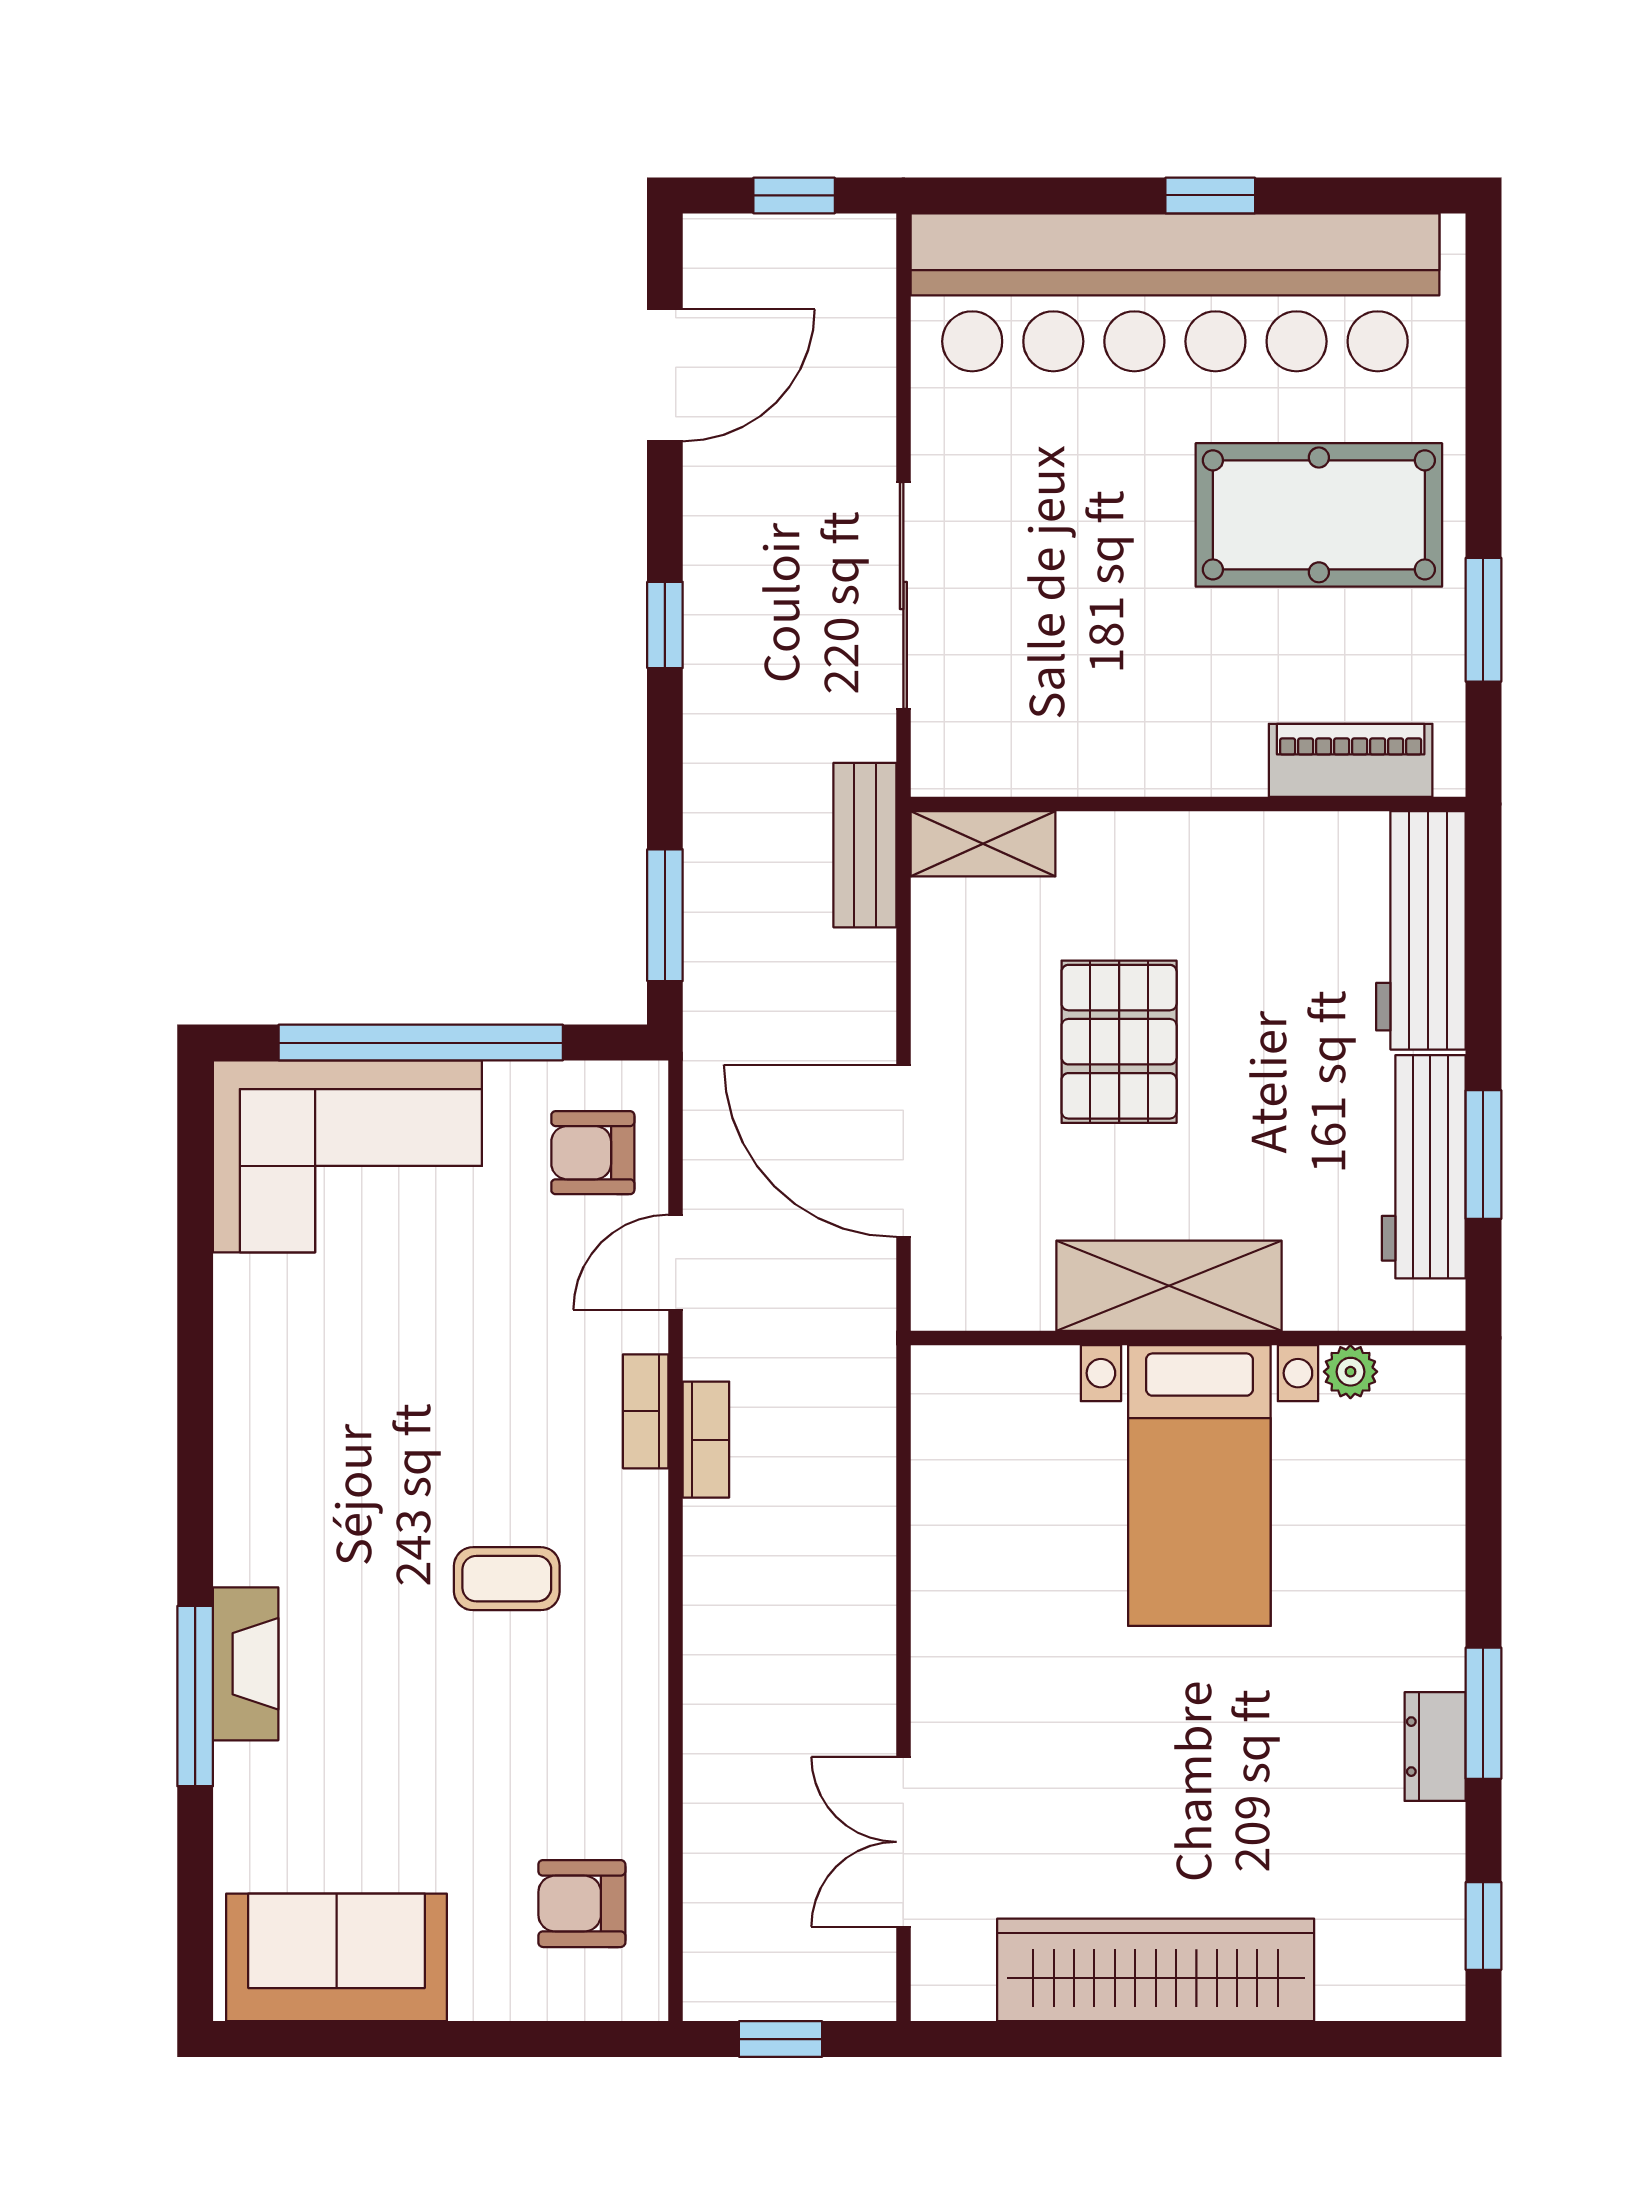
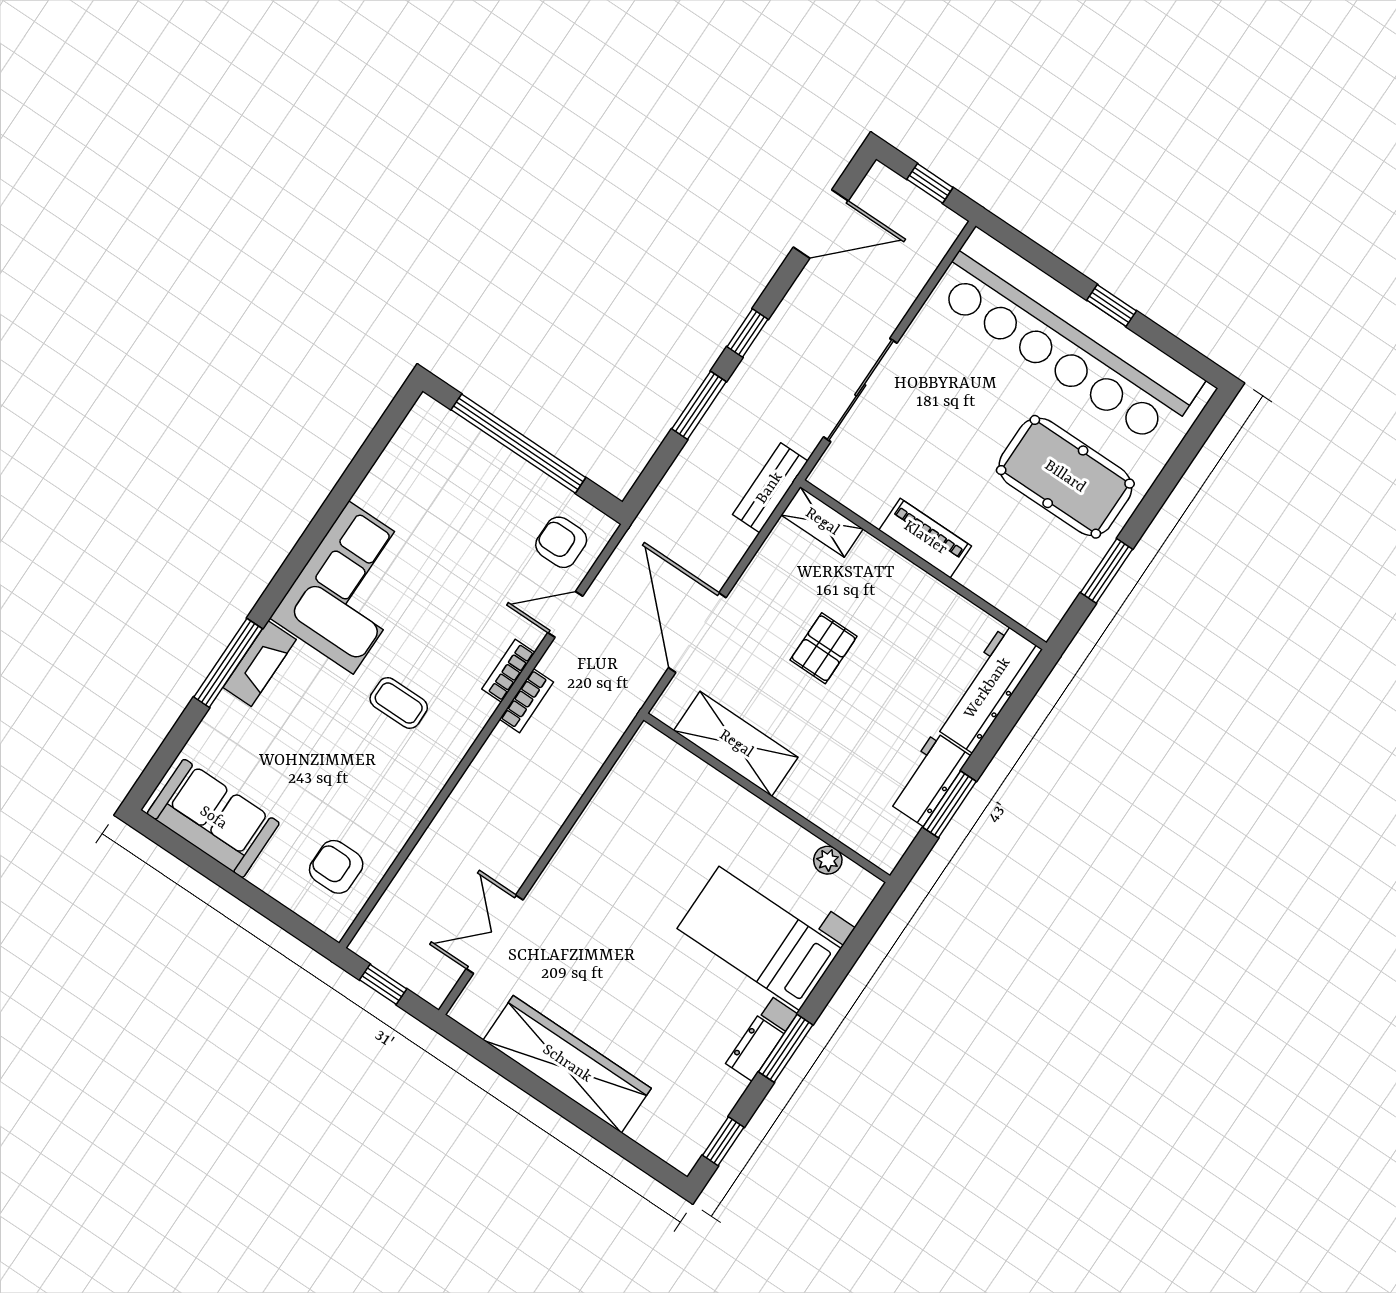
piano: (1351, 760) -> (925, 538), moved
window: (665, 915) -> (699, 405), moved
pallet: (1119, 1042) -> (824, 648), width x0.67, depth x0.71
corner sofa: (347, 1156) -> (351, 587), moved, turned -90
workbench: (1424, 1167) -> (929, 779), width x0.73
shelving: (1169, 1286) -> (736, 744), moved
bed with nightstands: (1199, 1485) -> (759, 938), moved, turned 90

